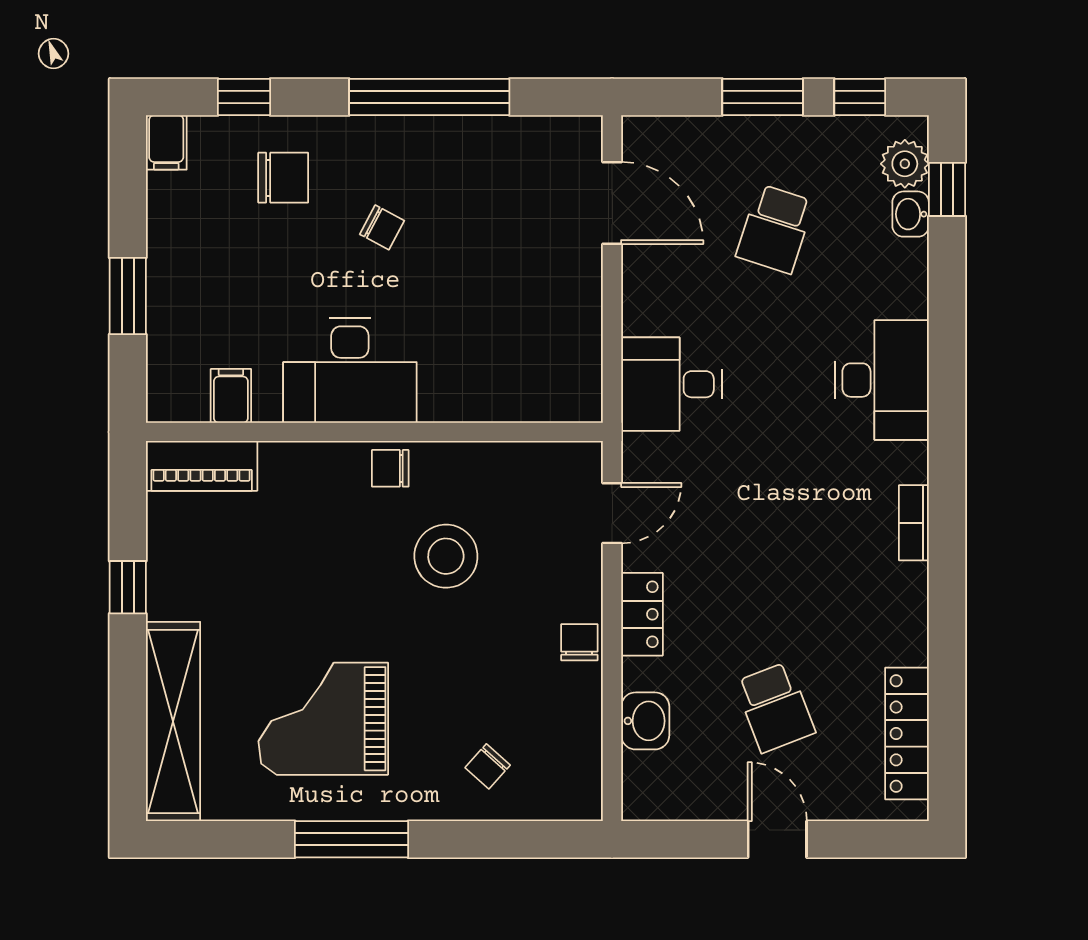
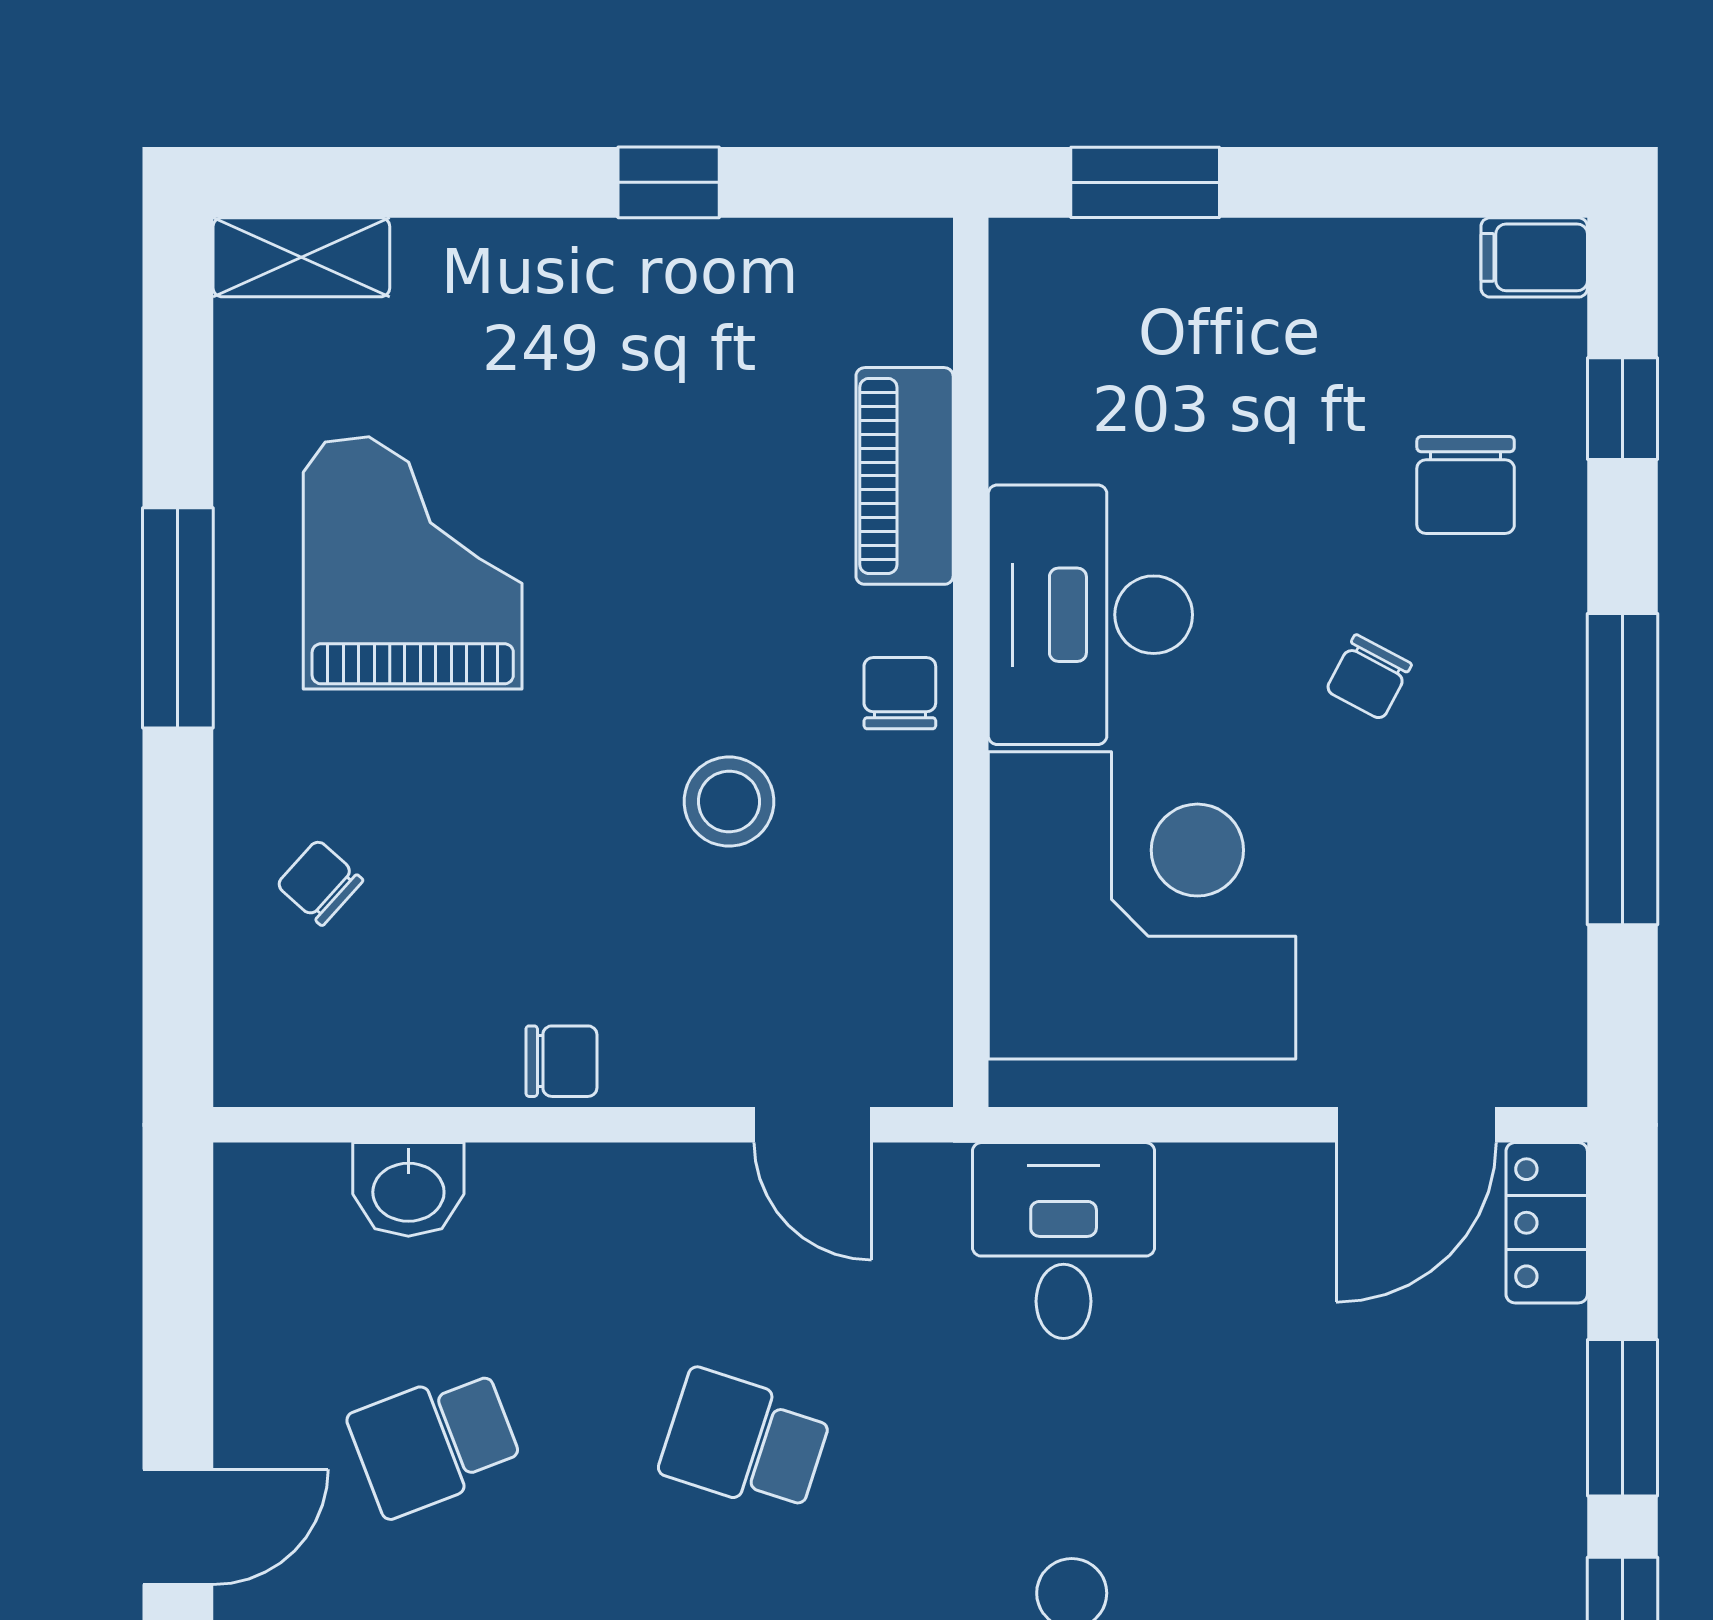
school desk: (775, 229) -> (745, 1442), moved
window: (128, 296) -> (1145, 182), moved
corner desk: (499, 344) -> (1142, 905), added
filing cabinet: (231, 396) -> (1041, 383), removed
piano: (202, 466) -> (905, 476), moved
stool: (446, 556) -> (729, 802), width x0.73, depth x0.73
locker: (642, 614) -> (1547, 1223), moved, turned 90
shelving: (173, 722) -> (301, 257), width x0.45, depth x0.75
door: (777, 839) -> (178, 1527), moved

